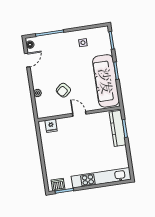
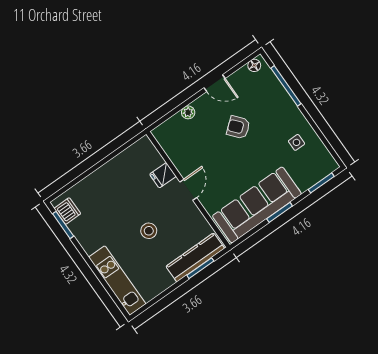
door: (27, 60) -> (215, 83), moved
armchair: (63, 90) -> (238, 127), moved
fridge: (51, 126) -> (163, 175), moved
stool: (91, 146) -> (149, 231), added
kitchen unit: (101, 178) -> (117, 281), width x0.73

